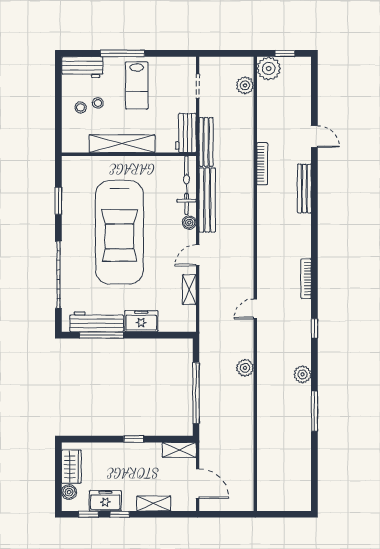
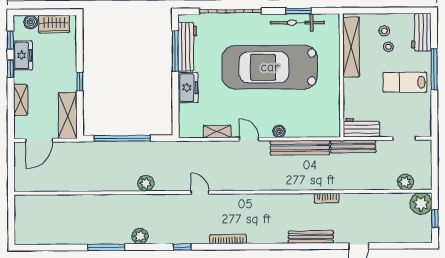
shelving: (122, 144) -> (351, 47), moved
bookcase: (262, 164) -> (326, 198), width x0.64
bicycle: (186, 185) -> (297, 23), moved, turned 180
shelving: (179, 450) -> (68, 115), width x1.50, depth x1.33

